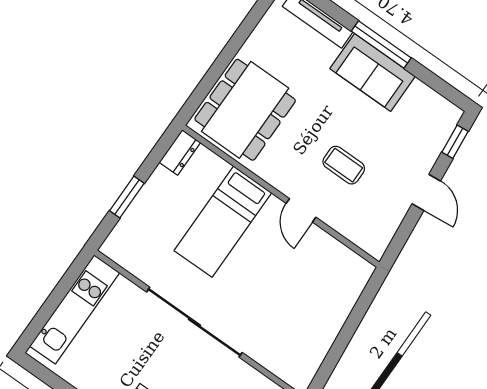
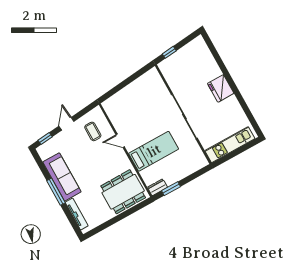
sofa: (373, 72) -> (62, 177), width x1.36
coffee table: (344, 165) -> (93, 131), moved
window: (127, 197) -> (171, 189), moved
door: (301, 210) -> (120, 141), swing flipped

